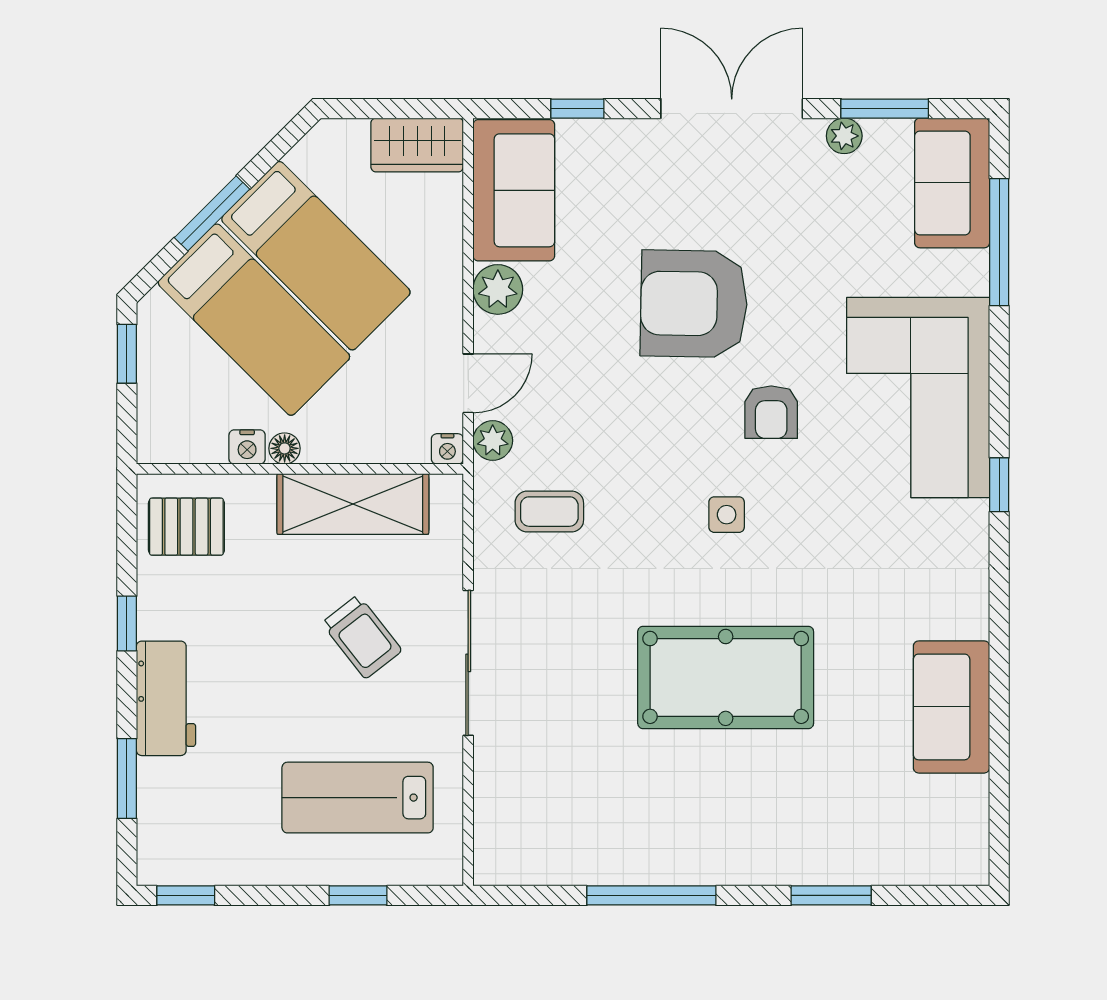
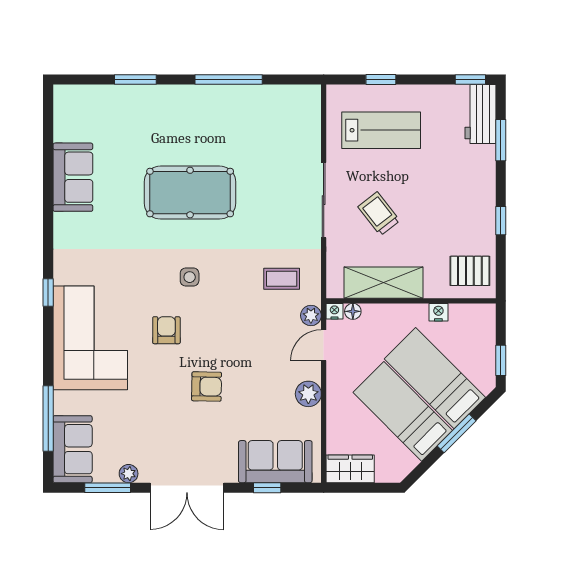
sofa: (514, 190) -> (275, 462), moved, turned 90
armchair: (694, 304) -> (207, 387), width x0.53, depth x0.53
floor lamp: (285, 448) -> (353, 311), moved
workbench: (166, 698) -> (481, 114), moved

